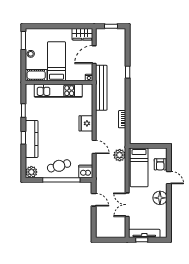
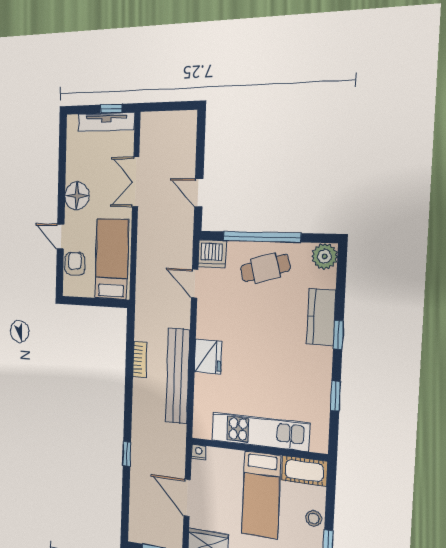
door: (94, 55) -> (187, 498), swing flipped
bench: (101, 88) -> (178, 376), moved
kitchen counter: (32, 139) -> (321, 317), width x0.67
door: (94, 147) -> (195, 284), moved
plant: (120, 155) -> (147, 286), removed
double door: (127, 205) -> (136, 182), swing flipped

